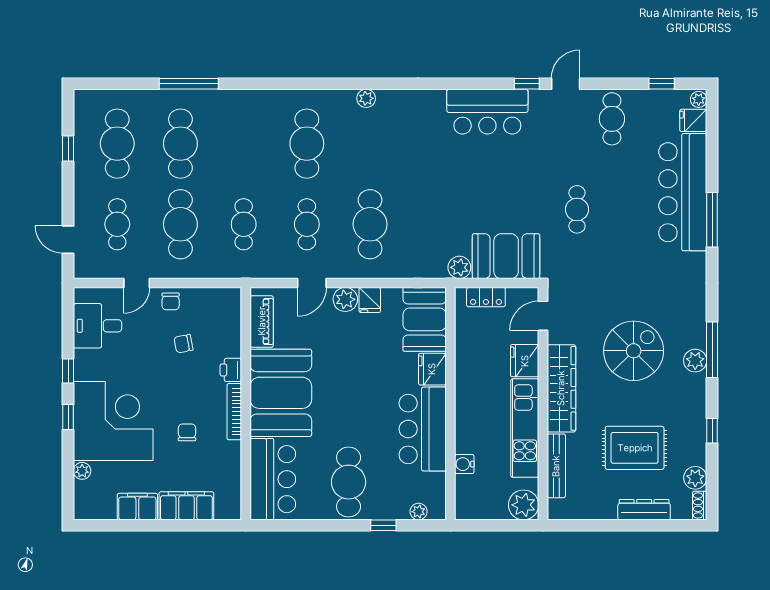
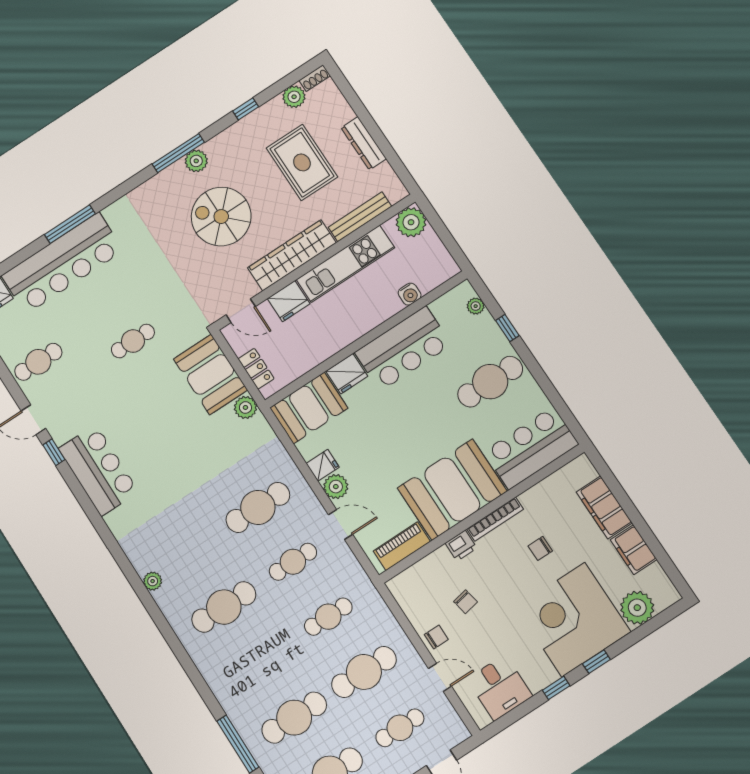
plant: (82, 471) -> (637, 608), width x1.88, depth x1.88
dresser: (644, 510) -> (364, 143), moved

